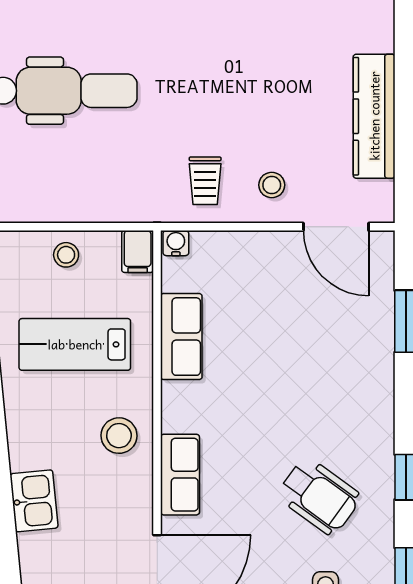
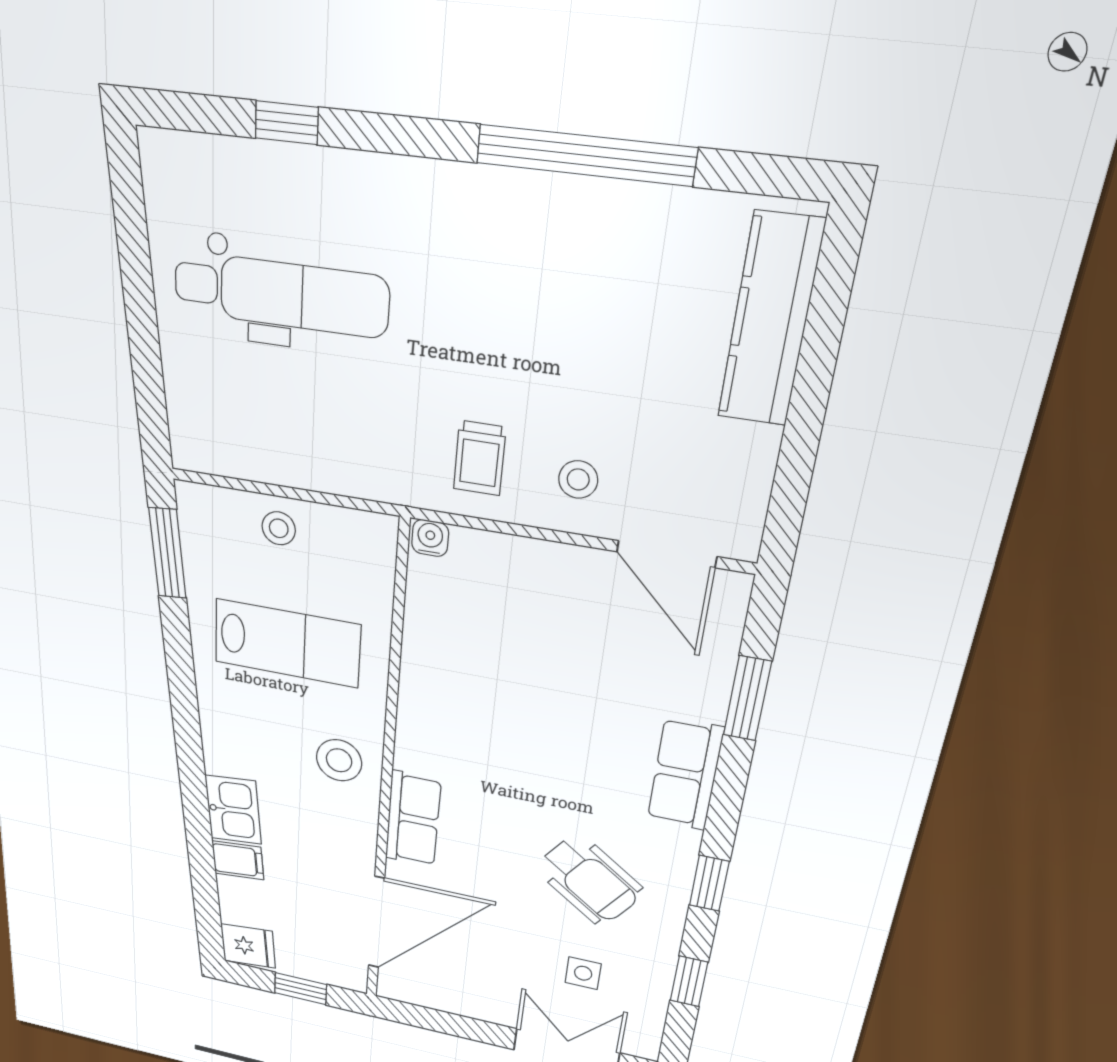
kitchen counter: (374, 116) -> (770, 320), moved
filing cabinet: (138, 252) -> (238, 860), moved, turned -96
row of seats: (181, 337) -> (685, 774), moved, turned 180
lab bench: (75, 344) -> (287, 643), turned 180

